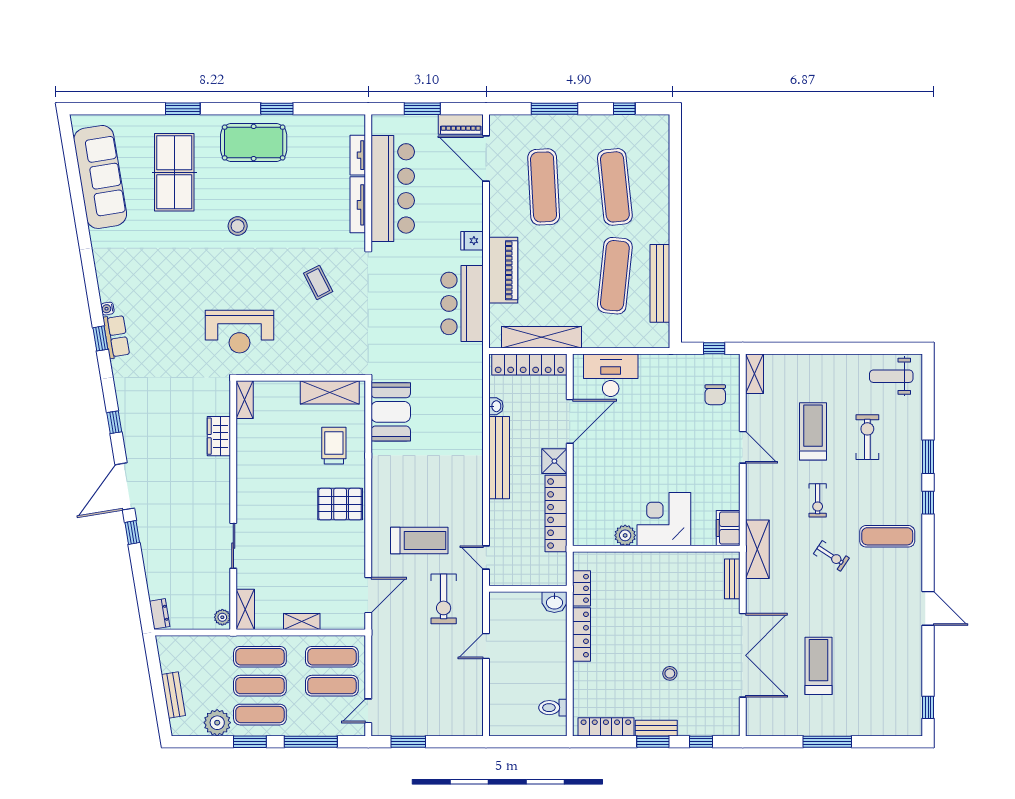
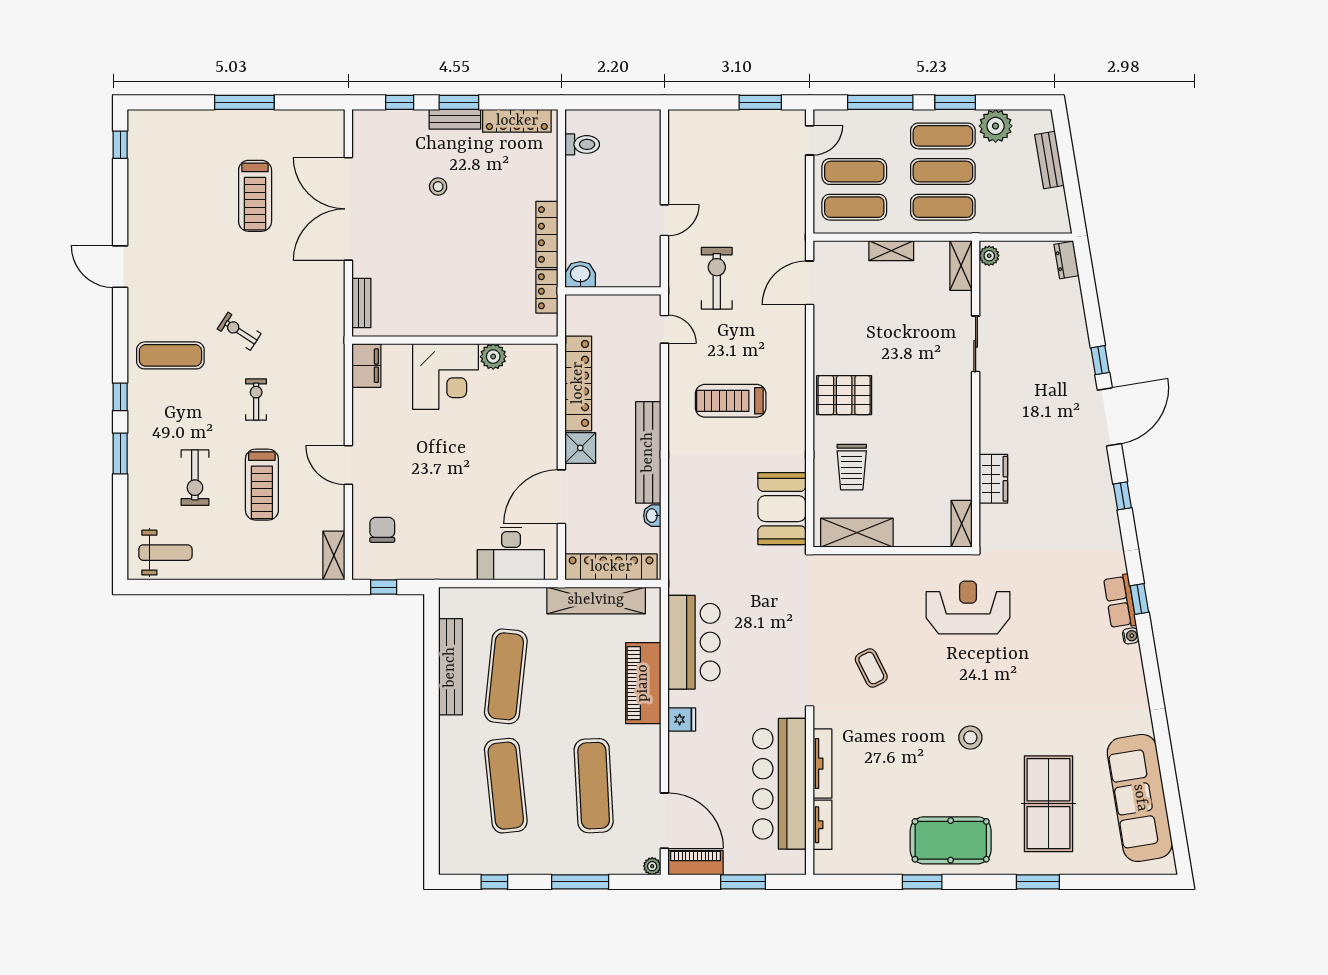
plant: (496, 122) -> (652, 866), added
treadmill: (419, 541) -> (731, 401), moved
shelving: (757, 549) -> (330, 339), removed

